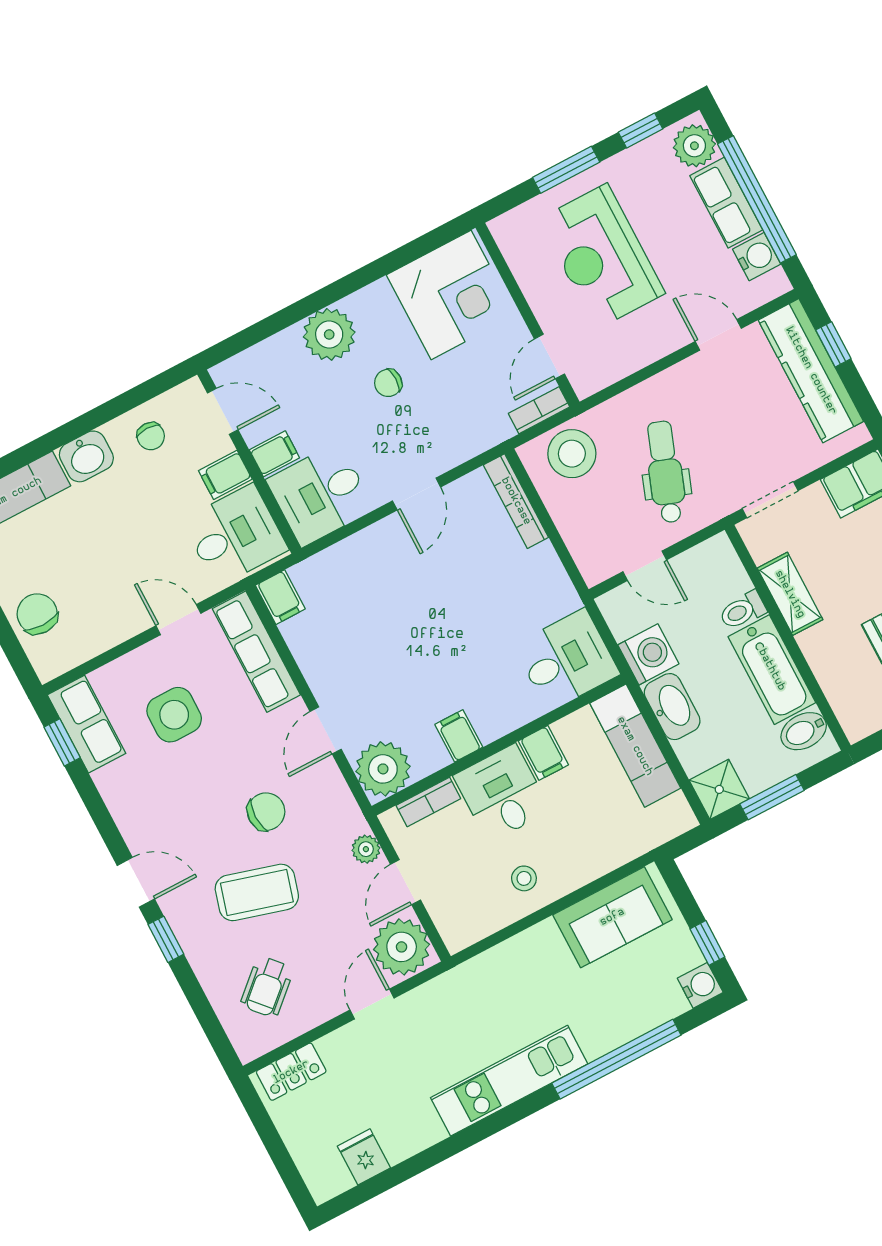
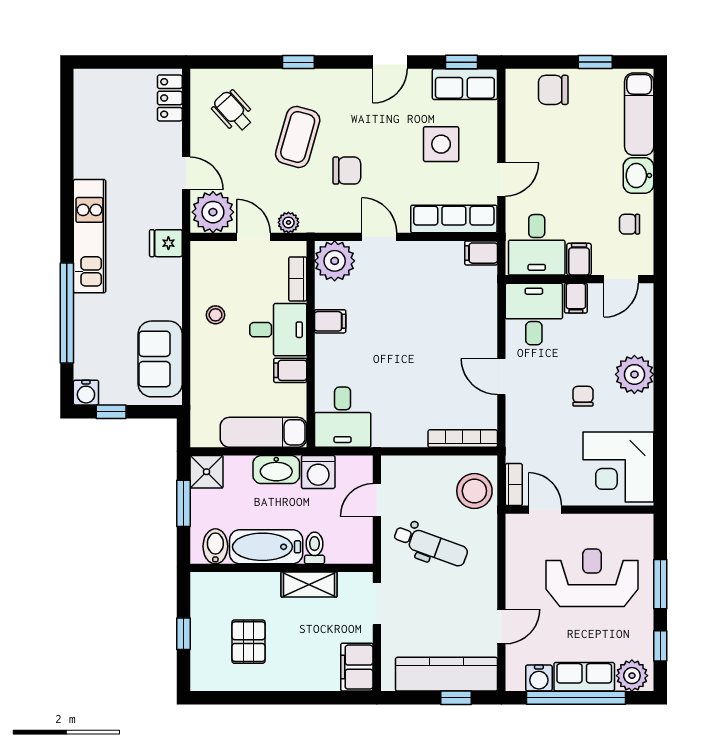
chair: (37, 614) -> (553, 90), turned 180
chair: (266, 812) -> (347, 171), turned -90
door: (136, 882) -> (390, 62), moved
fridge: (364, 1157) -> (166, 243), moved, turned 180

